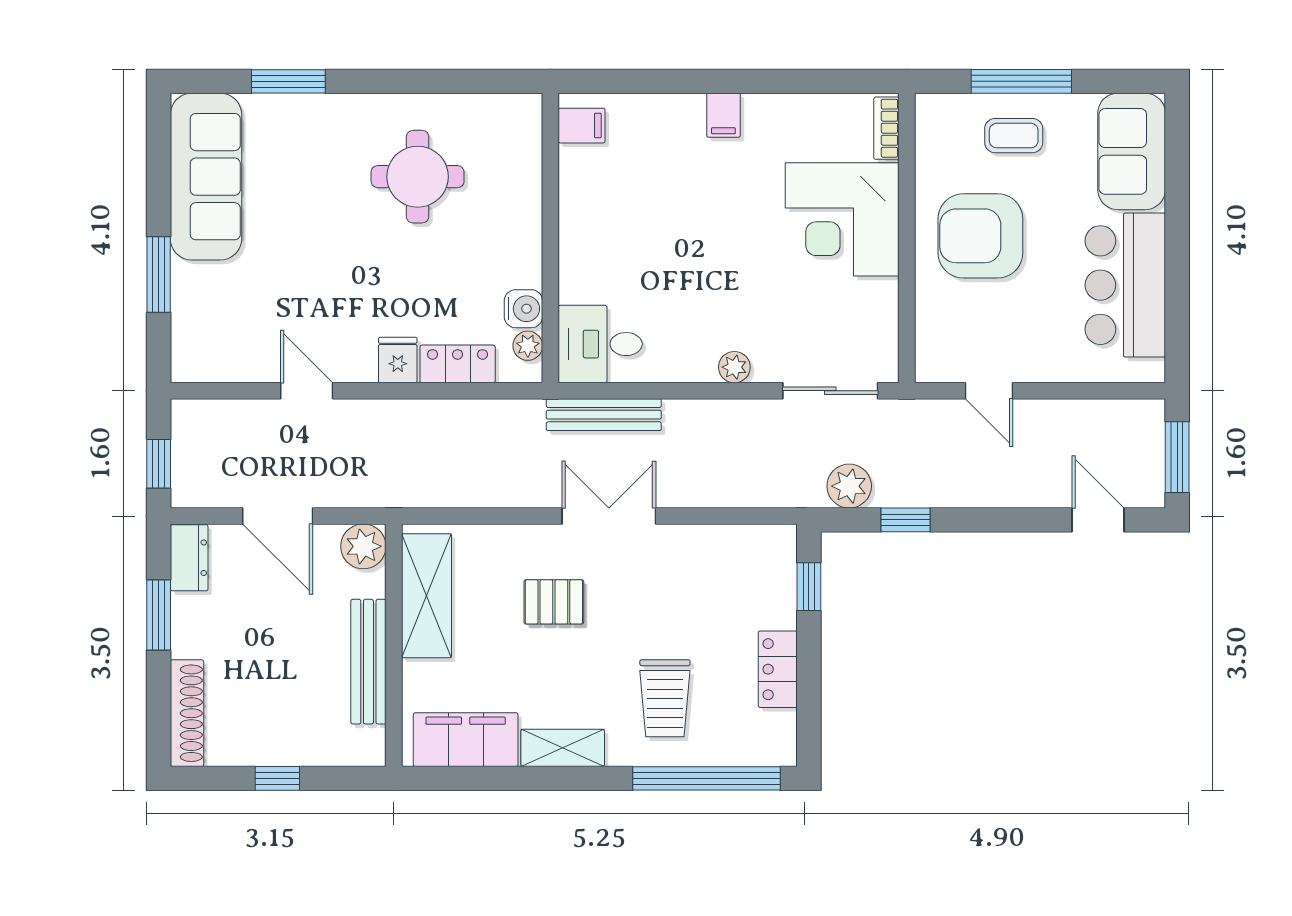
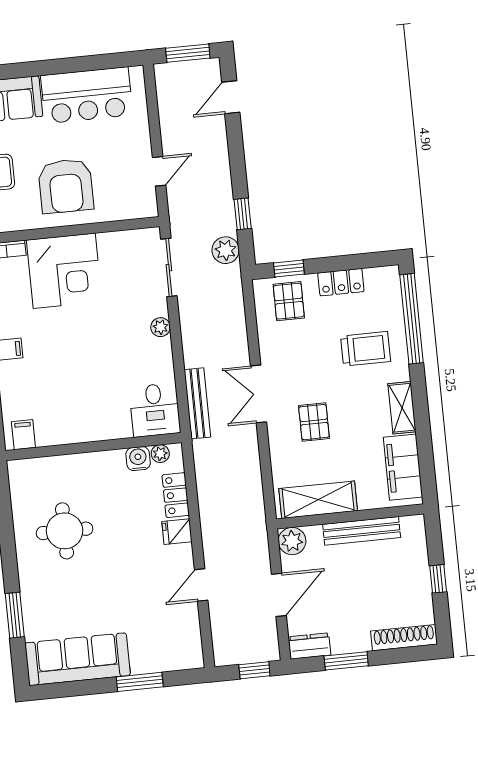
pallet: (756, 581) -> (289, 301), added

